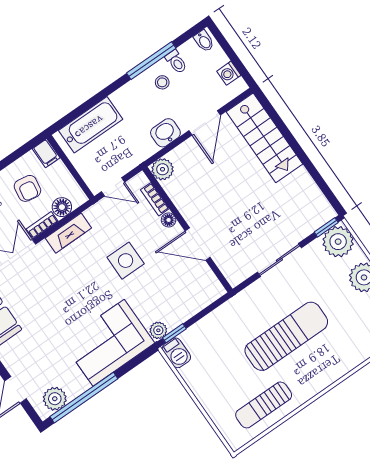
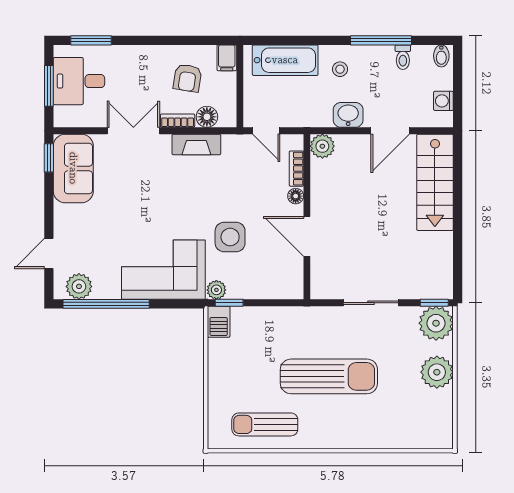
stool: (162, 82) -> (340, 69), moved
side table: (126, 261) -> (230, 237), moved

